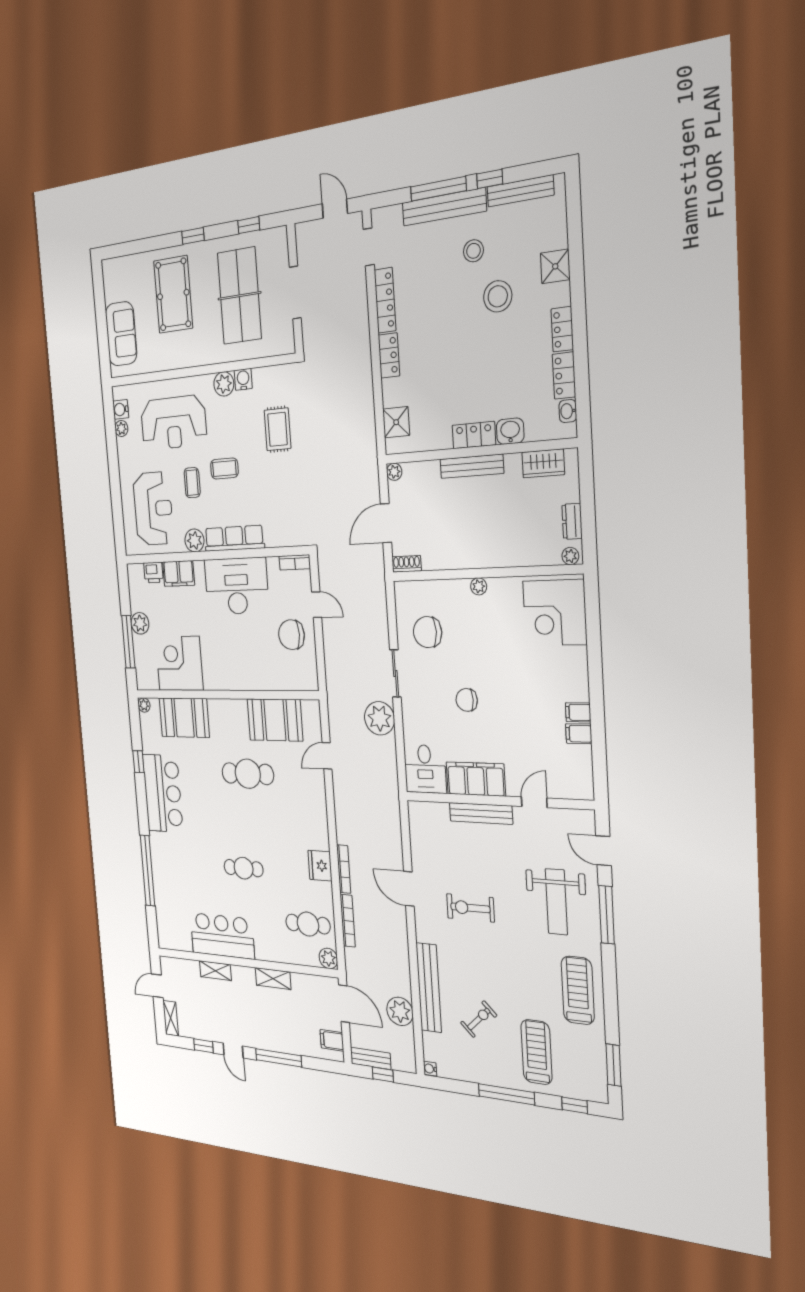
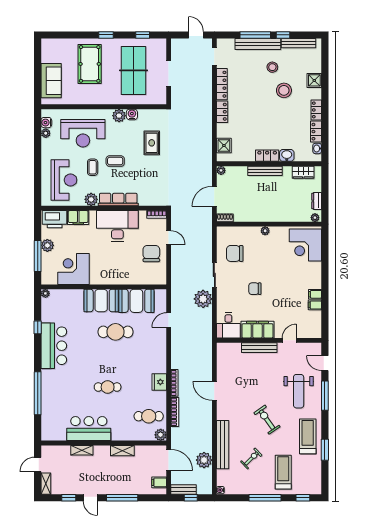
printer: (153, 573) -> (55, 219), width x1.87, depth x1.48
chair: (291, 635) -> (151, 254), turned 90
booth: (184, 718) -> (101, 300), moved
exercise bike: (470, 908) -> (267, 420), moved, turned 55
window: (613, 1065) -> (325, 450), moved

